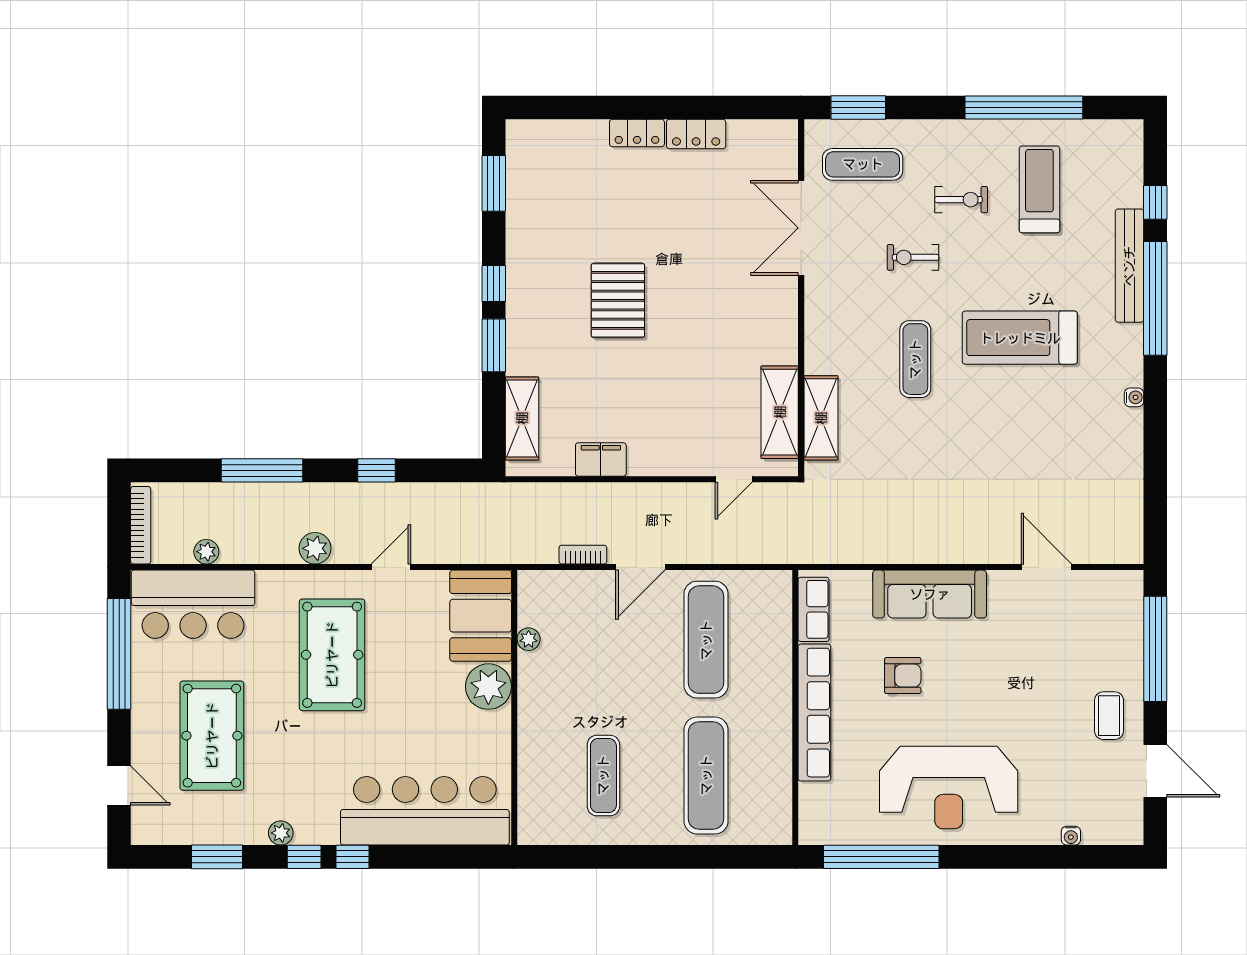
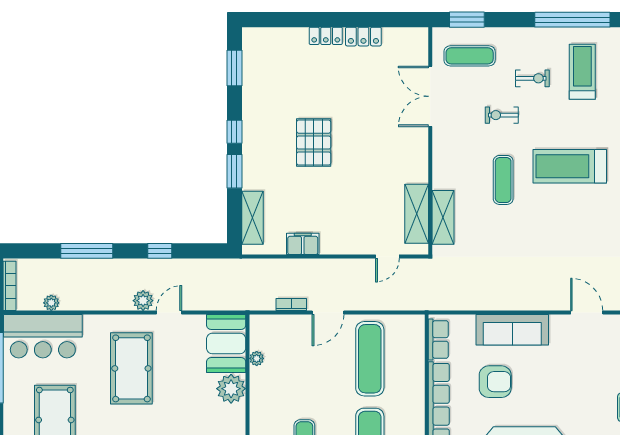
plant: (315, 548) -> (143, 301), moved
armchair: (903, 676) -> (495, 382), width x1.38, depth x1.38

